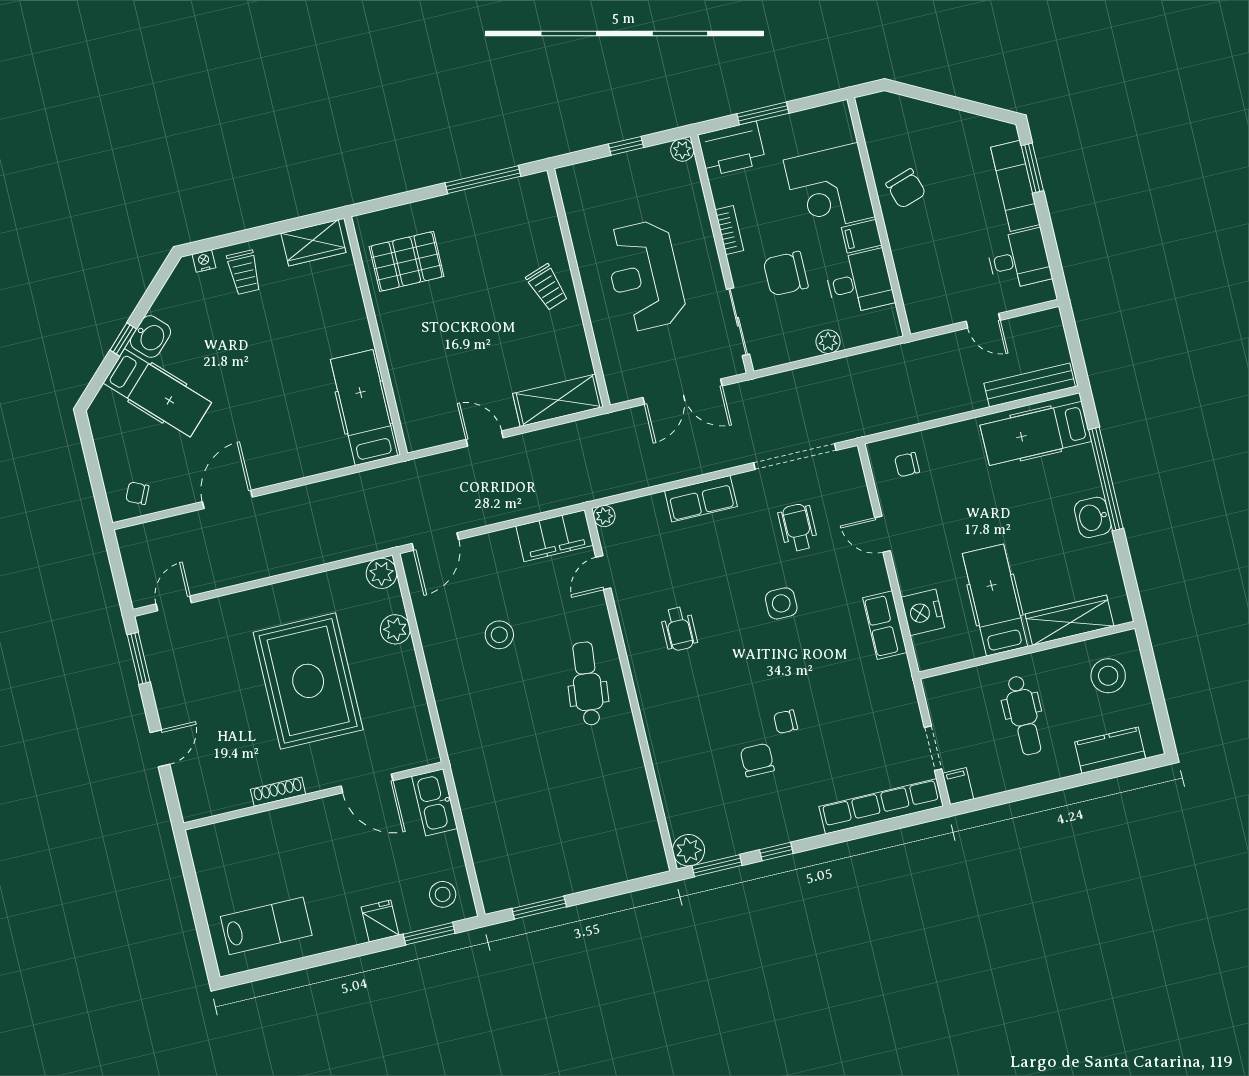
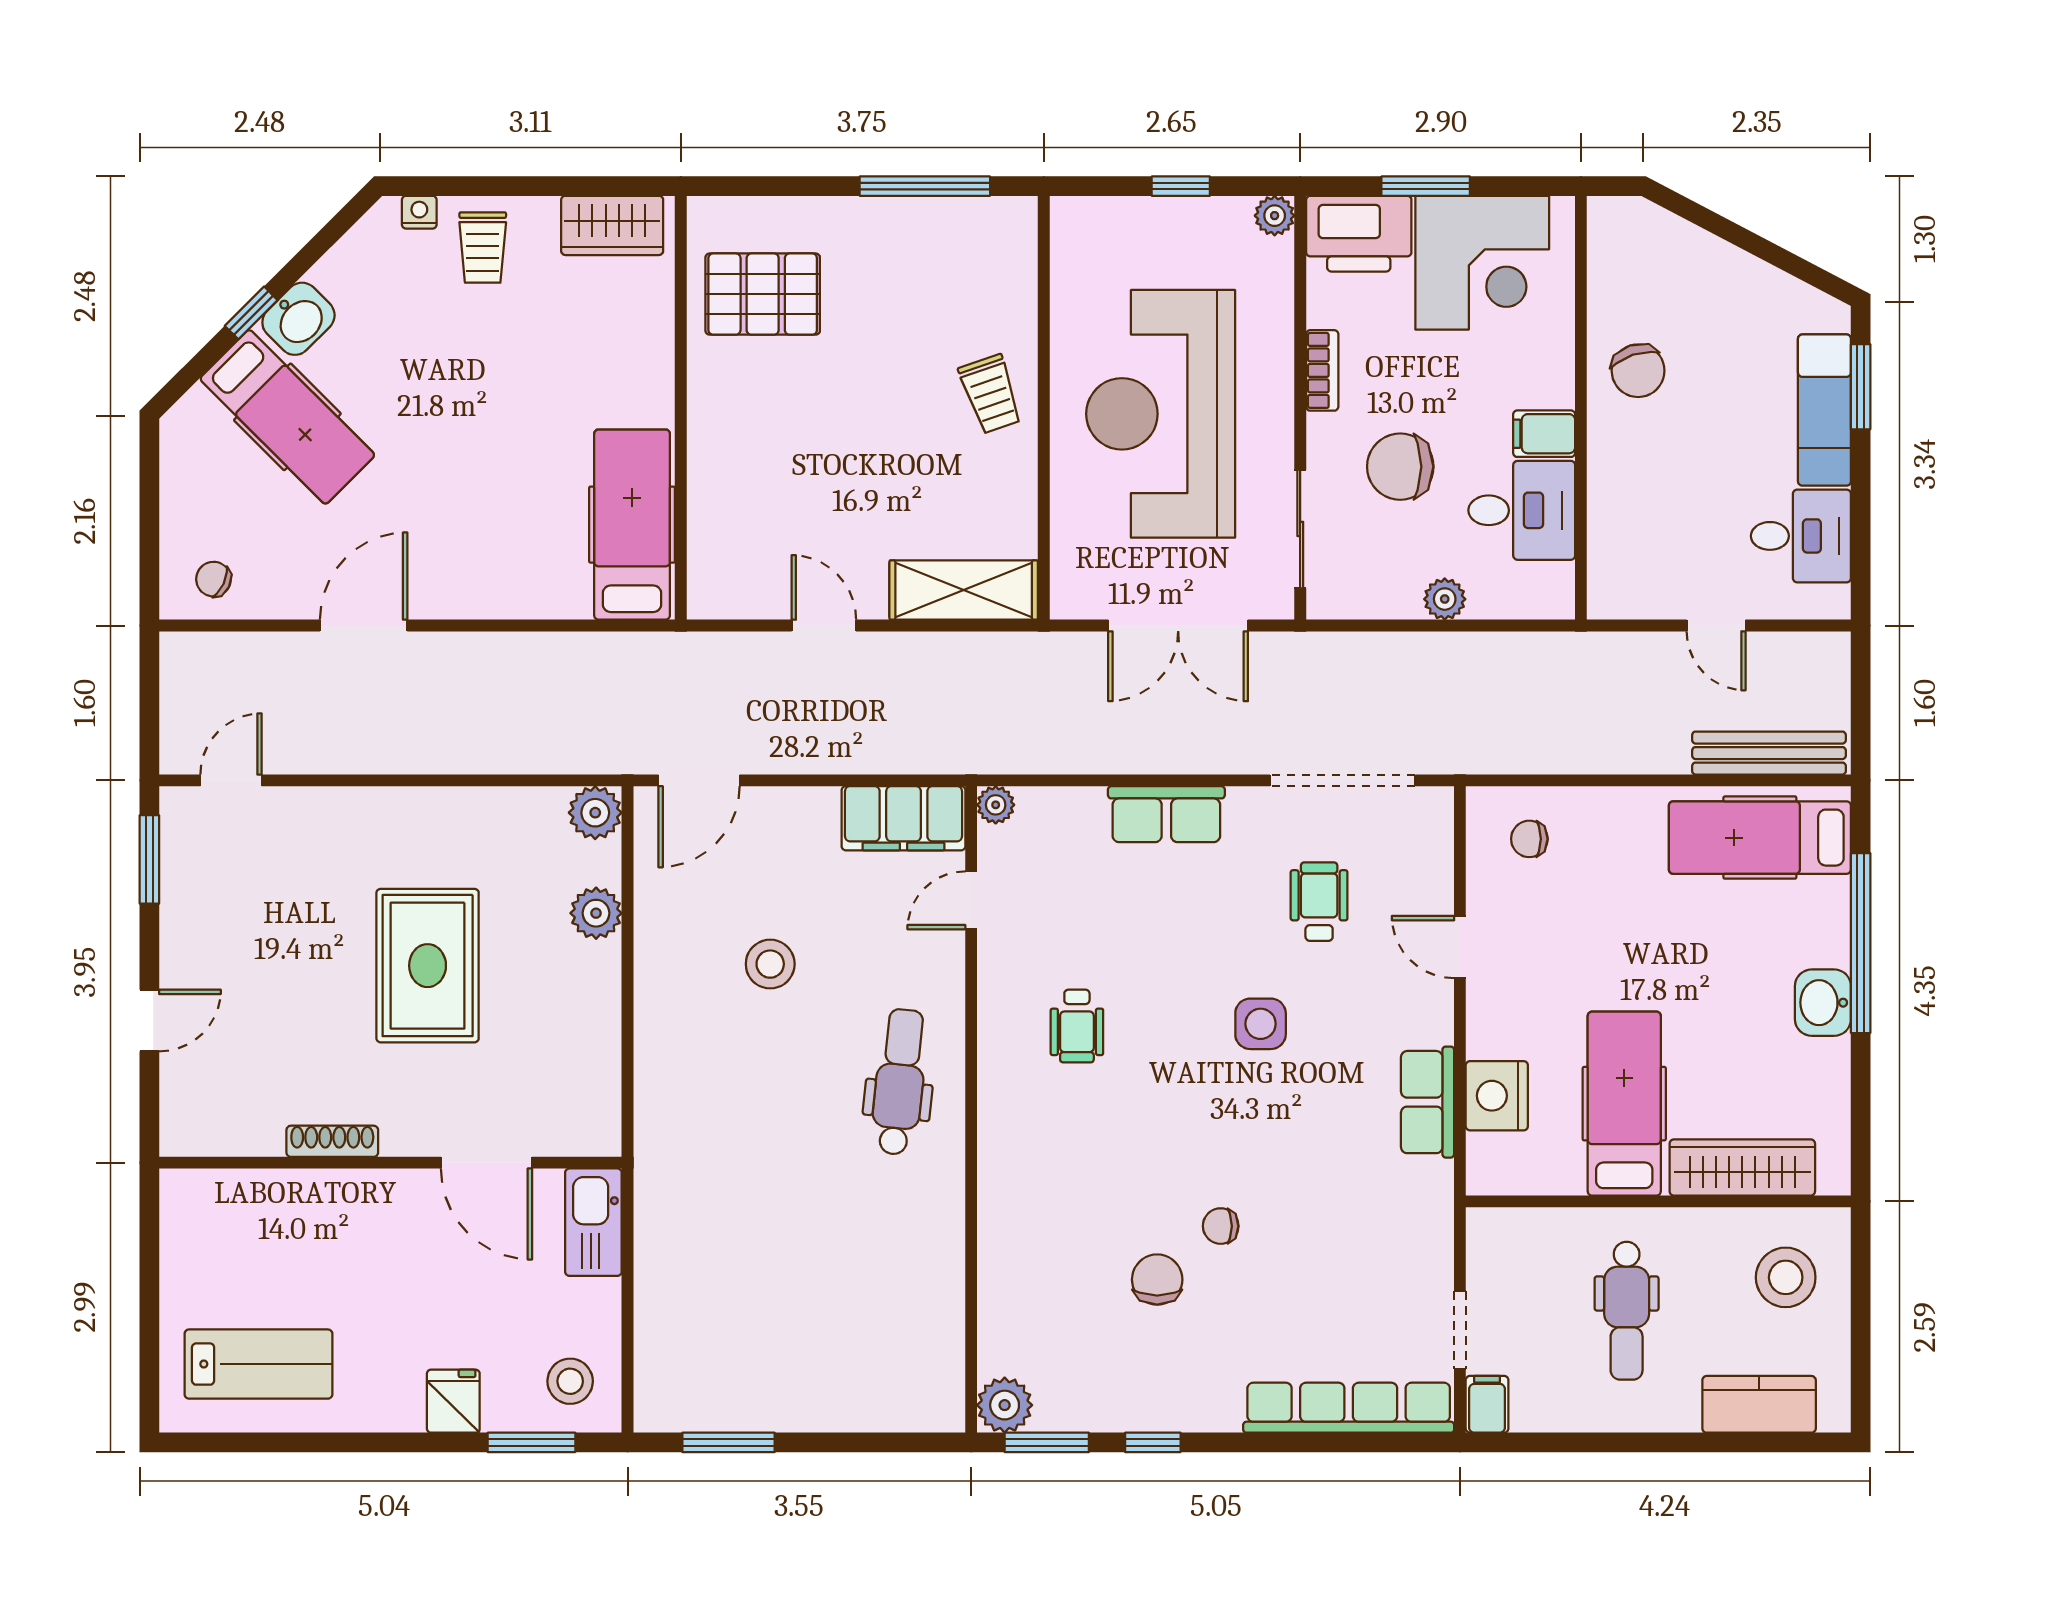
corner desk: (829, 188) -> (1482, 263), moved, turned -90
reception desk: (645, 276) -> (1161, 414), width x1.36, depth x1.30
rug: (308, 681) -> (428, 966), width x0.73, depth x0.69

